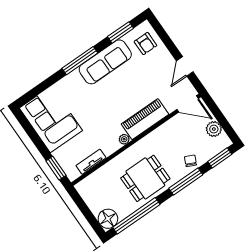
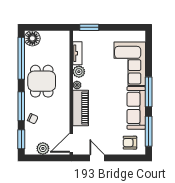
window: (120, 32) -> (149, 131), width x1.44
corner sofa: (51, 119) -> (130, 64), moved, turned 90
plant: (109, 147) -> (79, 72), added

